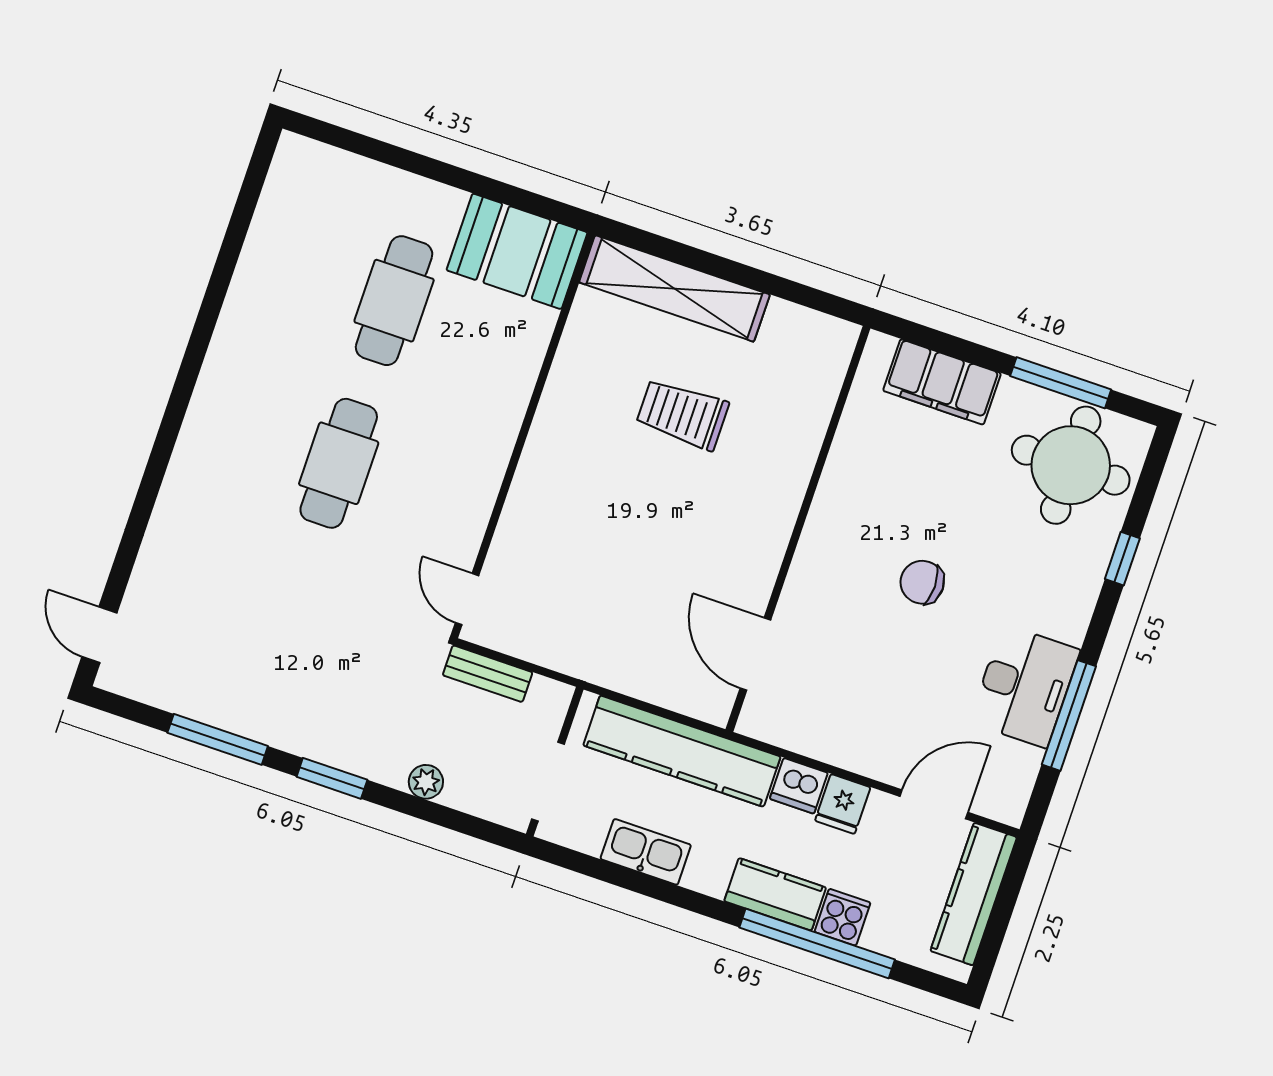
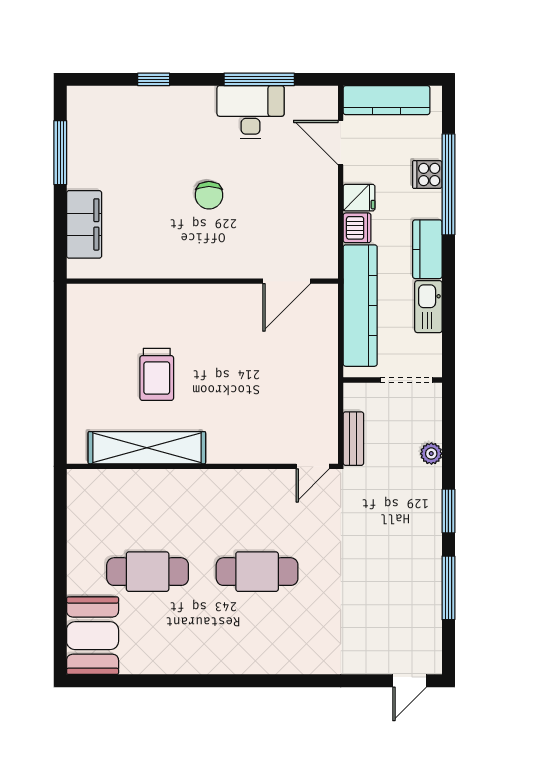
booth: (517, 251) -> (93, 636), moved
shelving: (674, 288) -> (147, 448), moved, turned 90
round table: (1071, 465) -> (108, 130), removed
kitchen counter: (775, 894) -> (427, 249), moved

